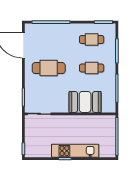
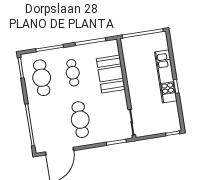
cafe table: (92, 40) -> (42, 78), width x1.37, depth x1.35

